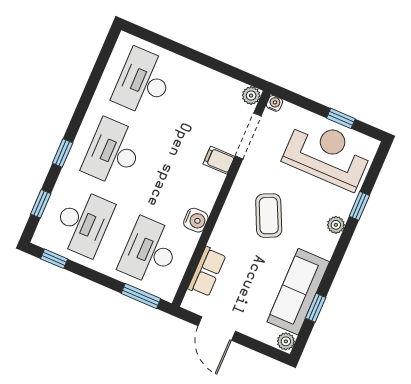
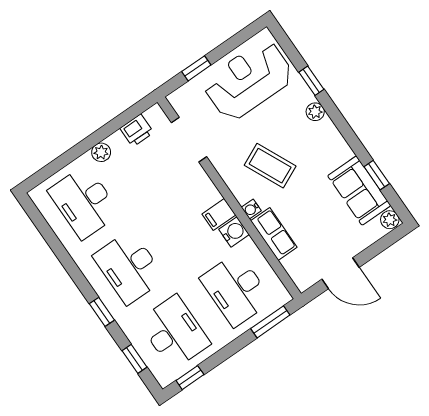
printer: (229, 88) -> (137, 130), added
plant: (251, 96) -> (101, 152), moved
water cooler: (274, 103) -> (251, 209), moved, turned -90
window: (341, 118) -> (196, 68), moved
filing cabinet: (219, 160) -> (219, 214), moved
row of seats: (207, 272) -> (274, 234), moved
sofa: (298, 292) -> (359, 191), width x0.73

